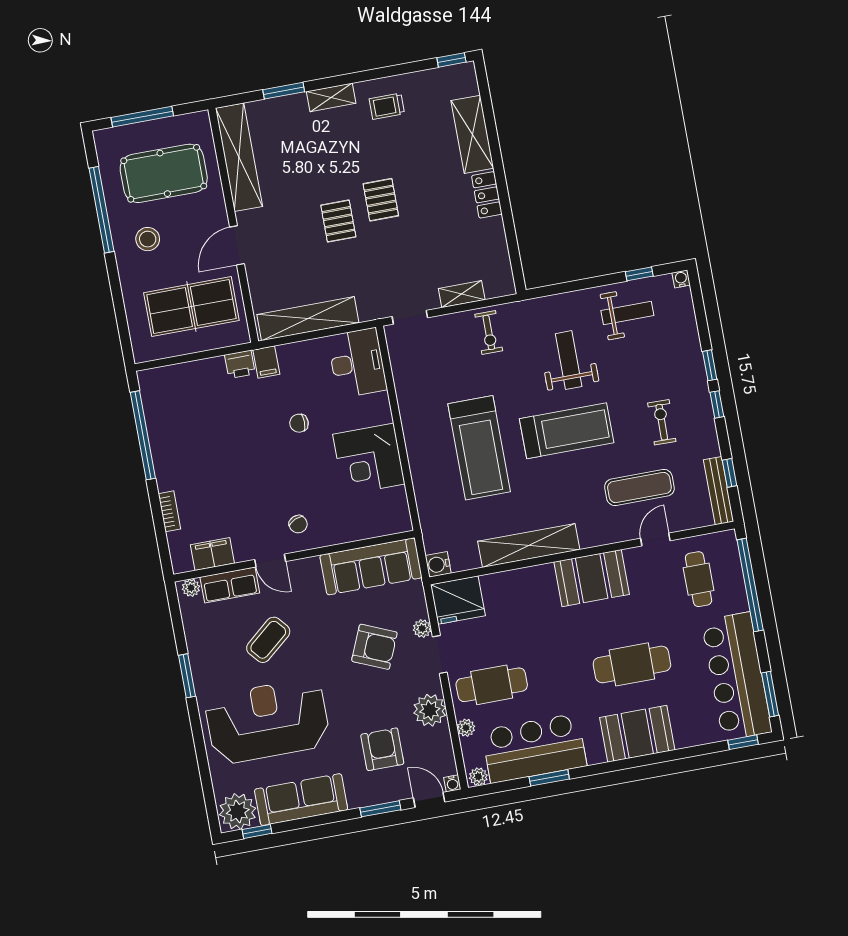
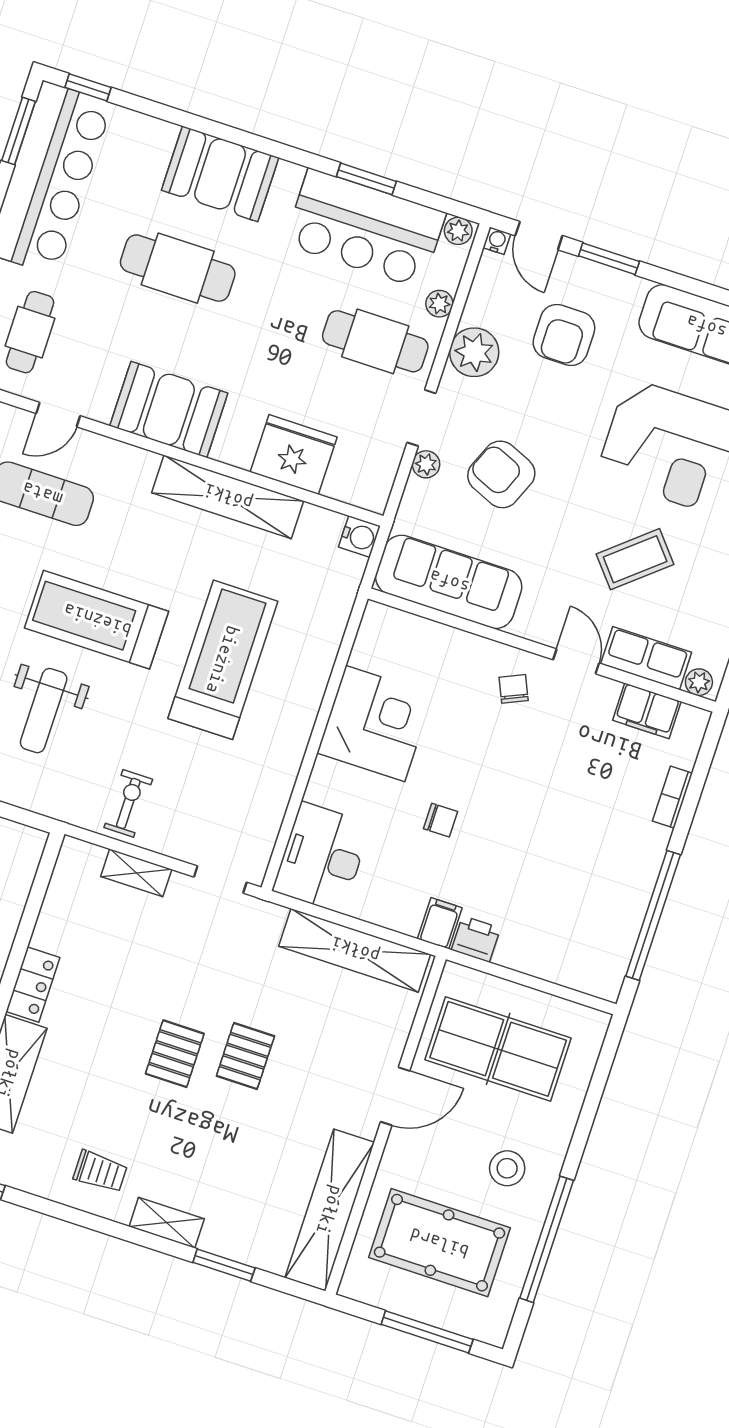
fridge: (458, 600) -> (294, 455), moved

